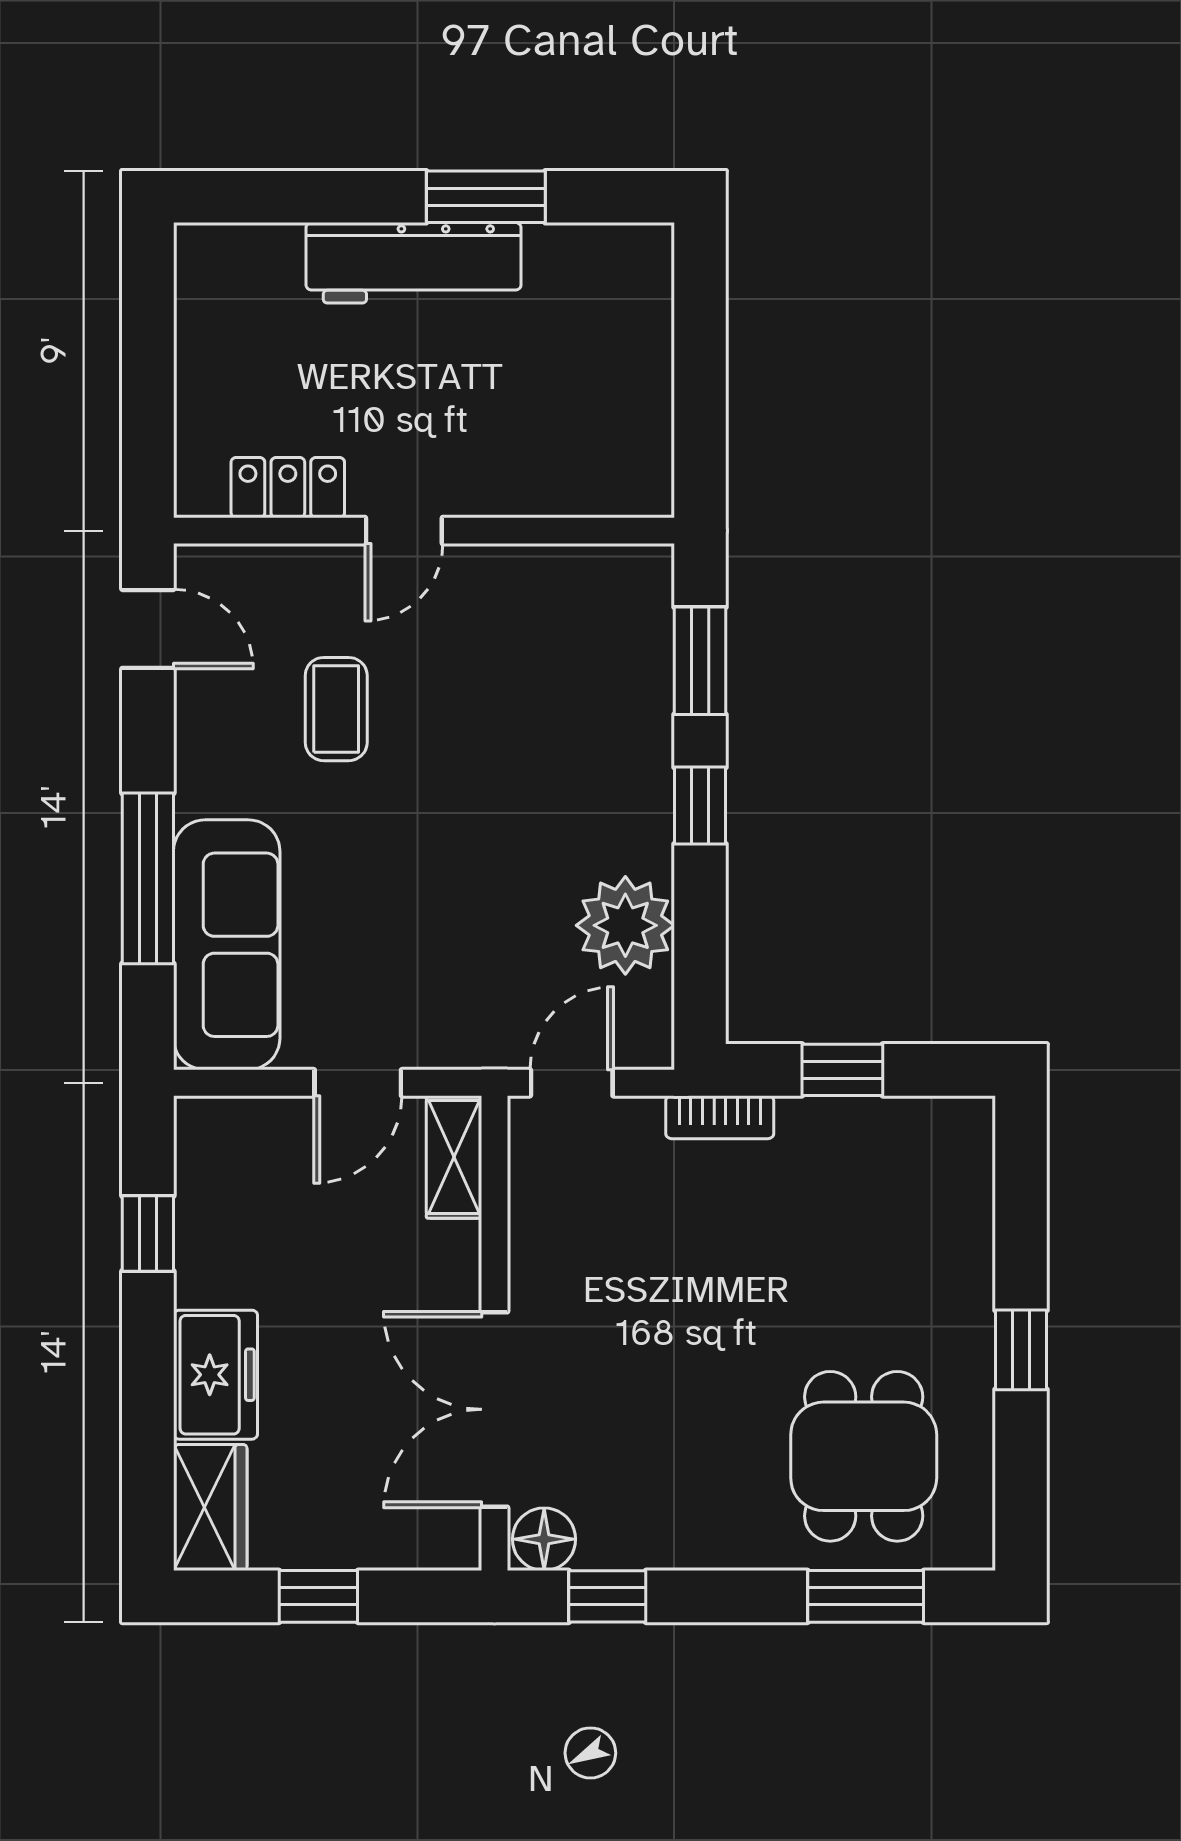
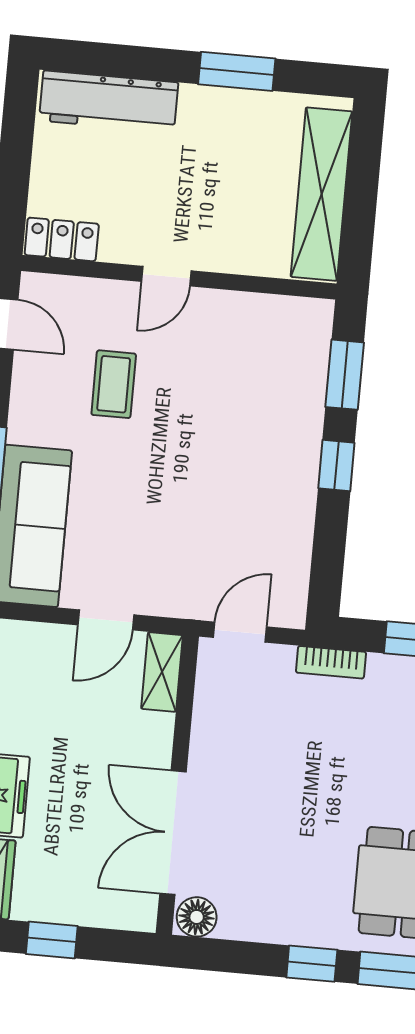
workbench: (414, 263) -> (109, 101), moved
shelving: (637, 379) -> (321, 194), added
locker: (288, 488) -> (62, 239), moved
plant: (625, 925) -> (283, 536), removed
window: (607, 1596) -> (312, 964), moved

